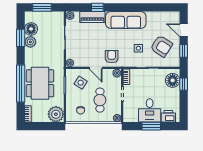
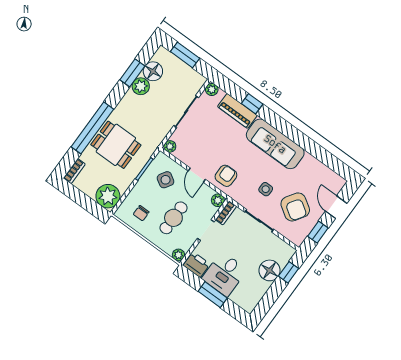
floor lamp: (173, 80) -> (270, 270), moved
dining table: (40, 83) -> (116, 145), width x0.73
printer: (168, 116) -> (197, 265), moved

